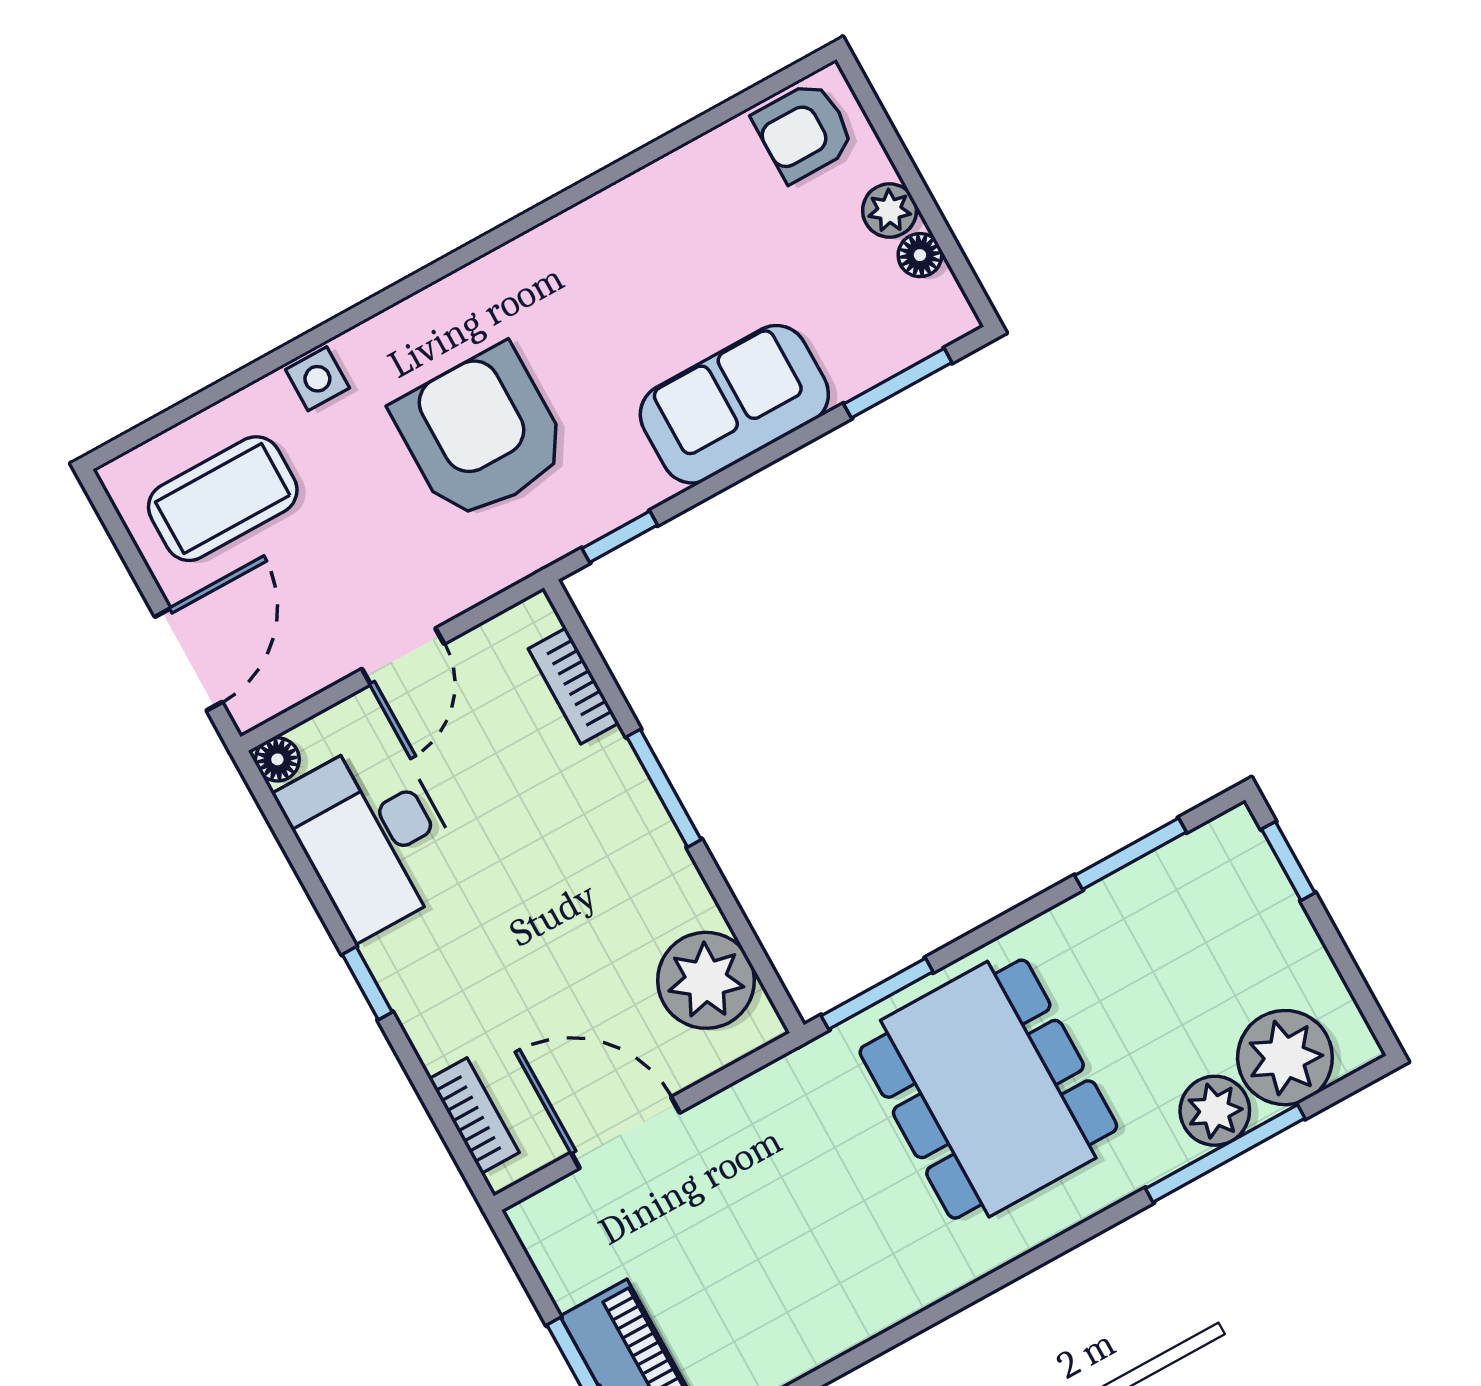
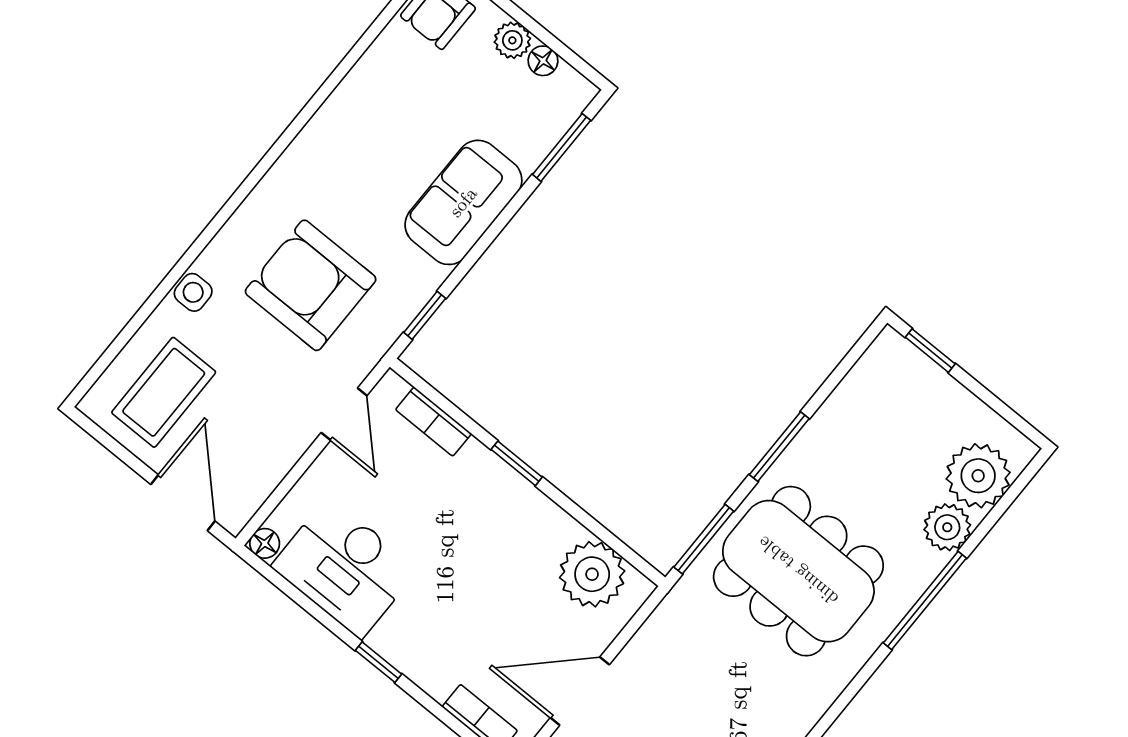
door: (403, 656) -> (344, 414), moved
window: (664, 788) -> (517, 463), width x0.67
window: (1131, 854) -> (779, 447), moved
window: (1225, 1153) -> (925, 600), moved

